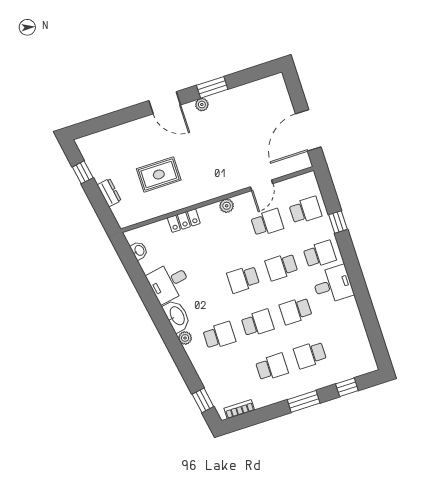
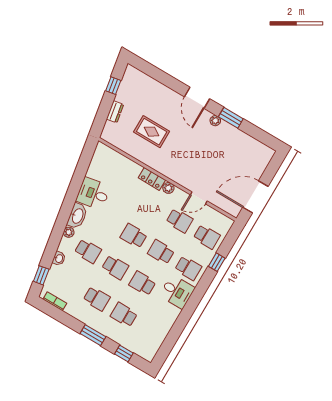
locker: (184, 221) -> (152, 179), moved
washbasin: (139, 251) -> (59, 258), moved

